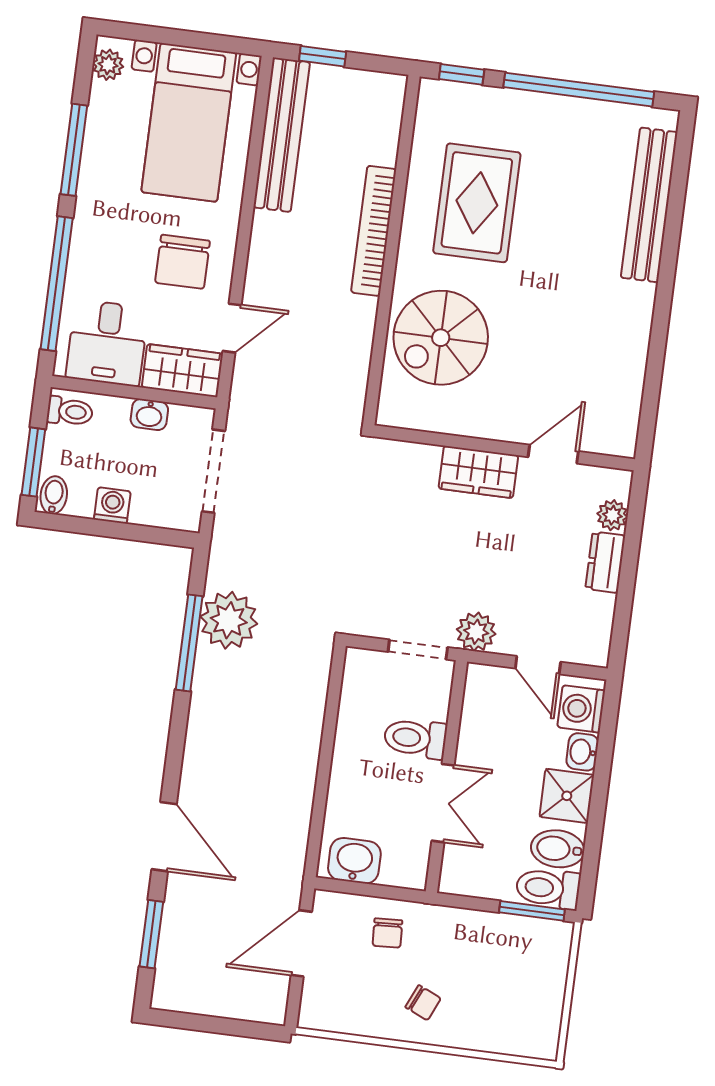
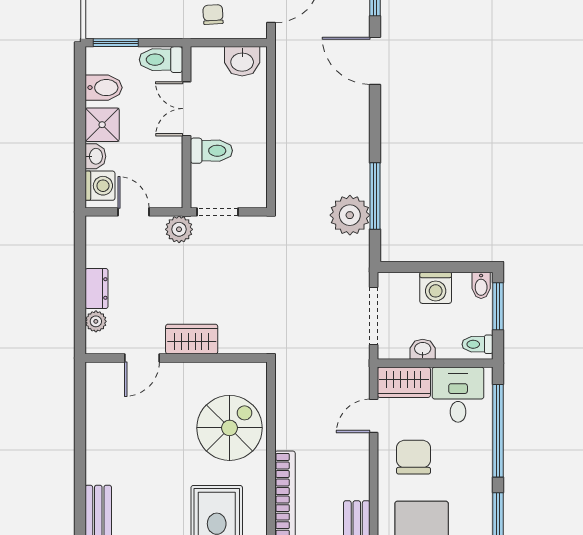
washing machine: (112, 505) -> (436, 288), width x1.38, depth x1.38
toilet: (548, 888) -> (161, 60), moved, turned 180

